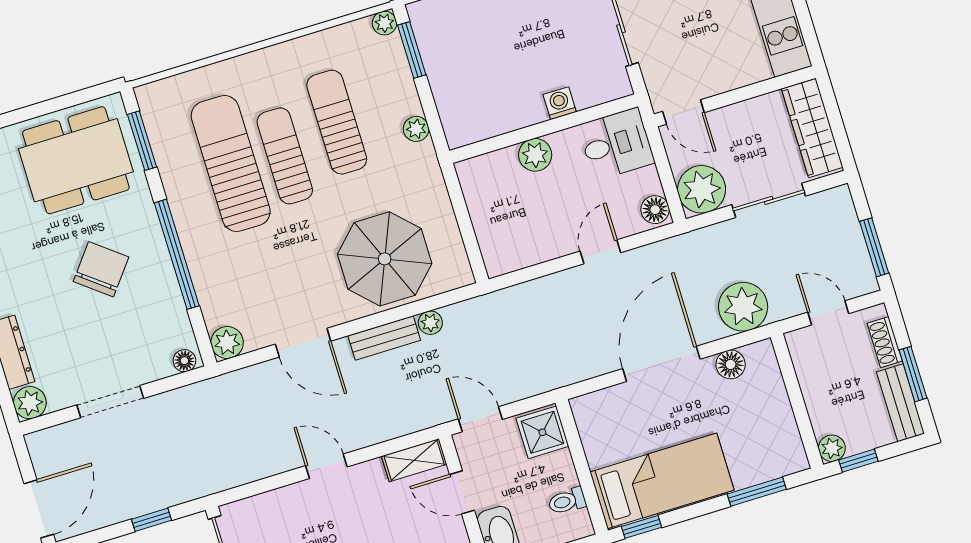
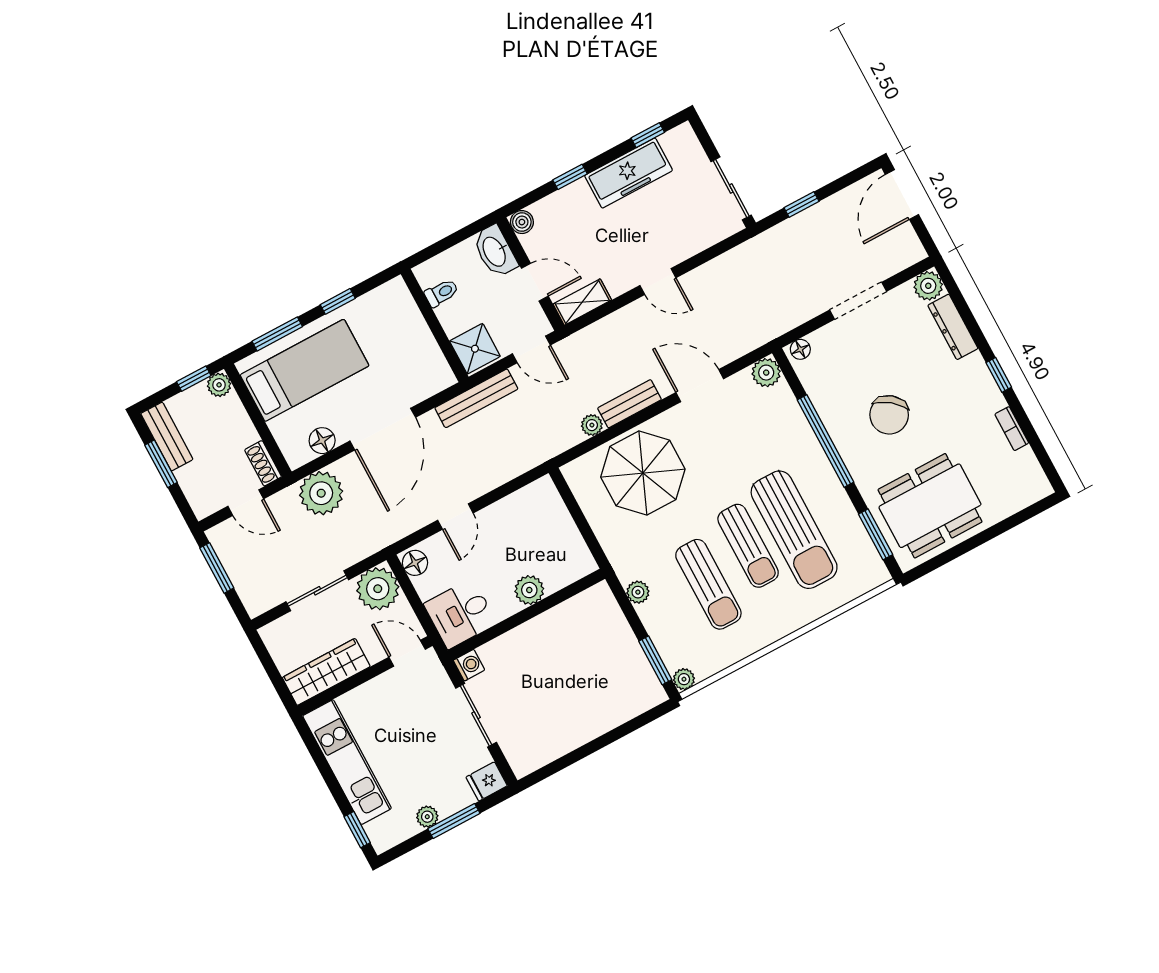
washing machine: (560, 103) -> (469, 665), moved, turned -90
wardrobe: (812, 128) -> (326, 672), moved, turned -90
shoe rack: (885, 342) -> (263, 463), moved, turned 180
bench: (552, 377) -> (476, 398), added
bed: (662, 481) -> (305, 370), moved, turned 180
window: (641, 527) -> (338, 301), moved

